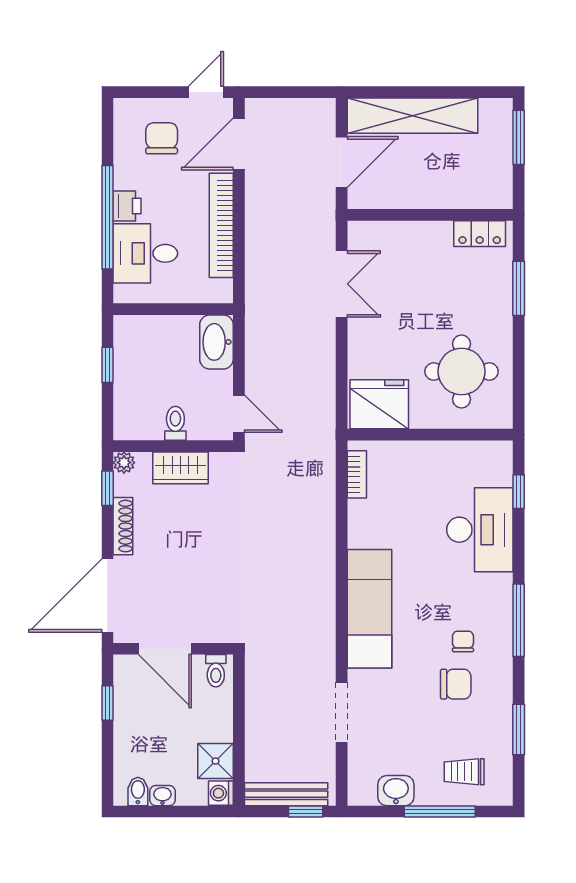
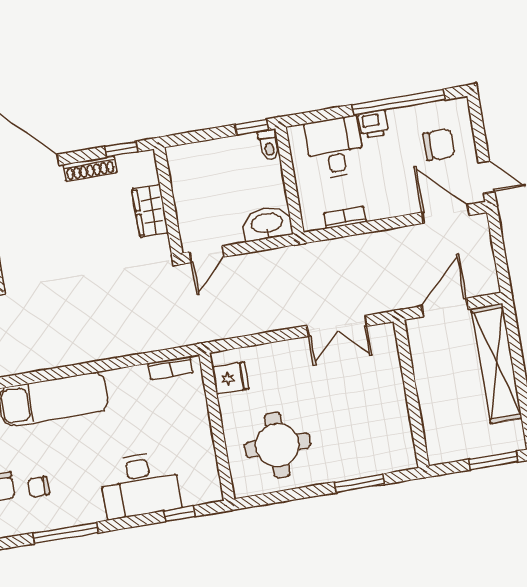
door: (342, 162) -> (445, 308), swing flipped
window: (107, 217) -> (398, 102), moved
bookcase: (221, 225) -> (345, 217), width x0.43, depth x0.76
locker: (480, 234) -> (402, 441), removed
window: (107, 365) -> (252, 127), moved
fridge: (379, 404) -> (230, 378), width x0.53, depth x0.75
toilet: (175, 423) -> (269, 145), moved, turned 90
plant: (124, 463) -> (146, 160), removed
chair: (463, 642) -> (39, 487), turned 180

